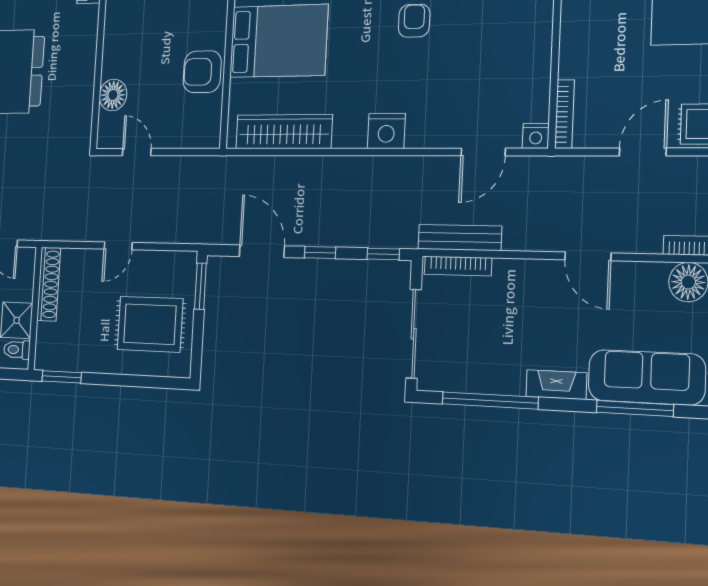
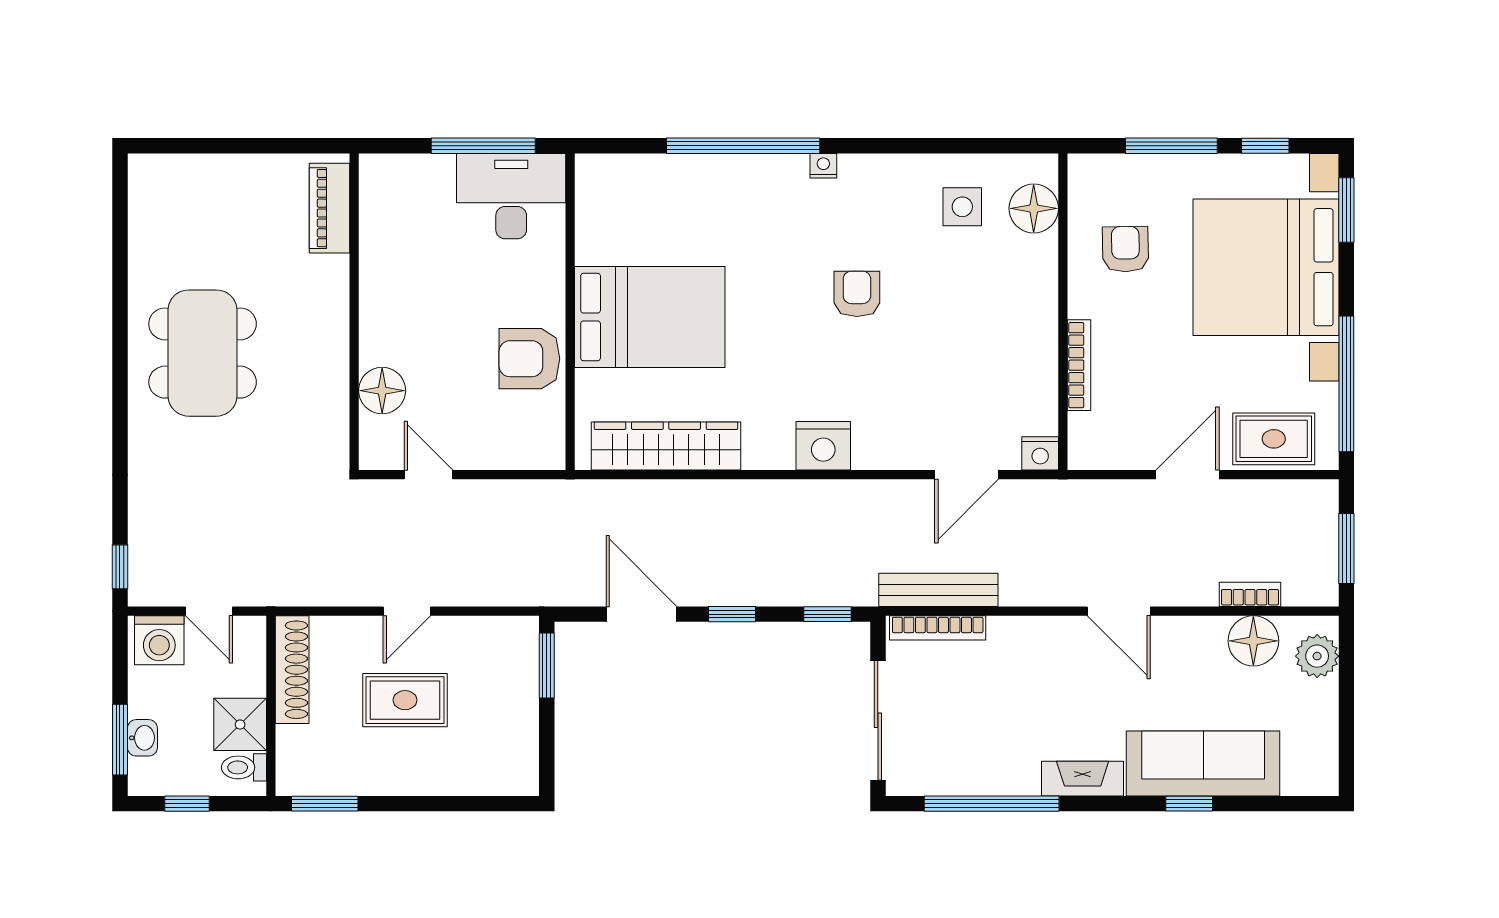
bookcase: (565, 114) -> (1079, 365), moved
rug: (150, 324) -> (405, 700), moved, width x0.73, depth x0.70
window: (635, 408) -> (1189, 804), width x0.46

